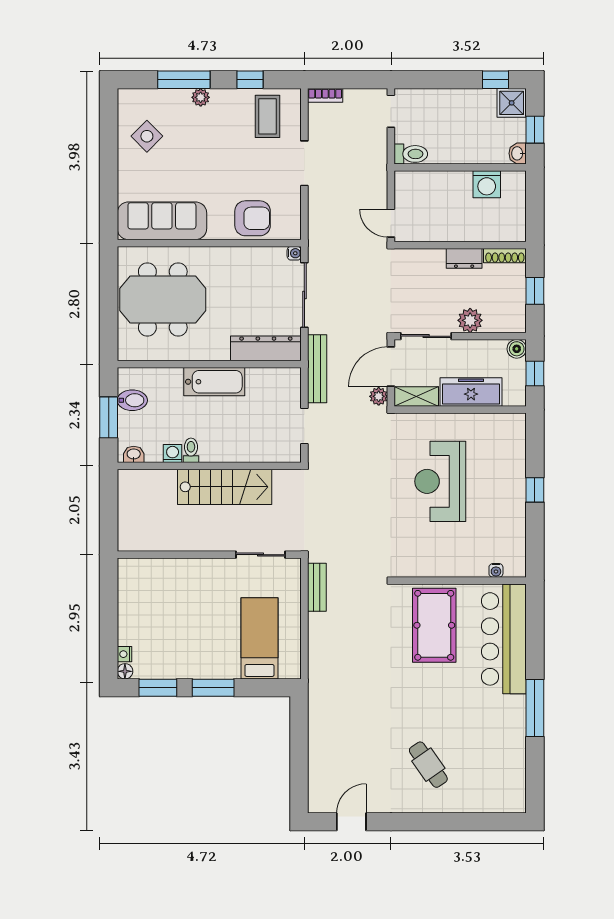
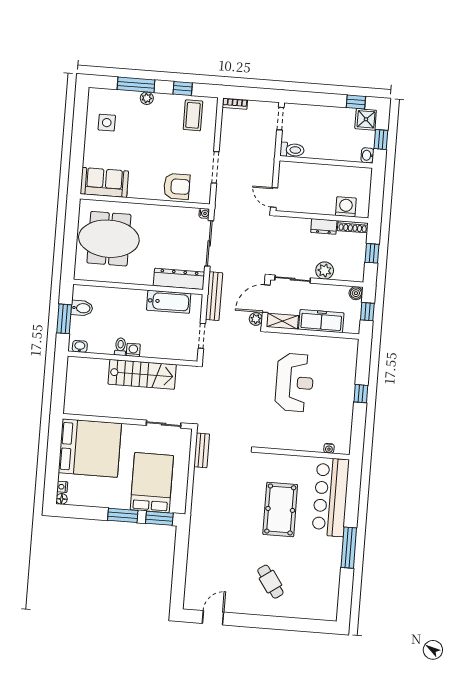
side table: (147, 136) -> (107, 123), turned 45
doorway: (304, 163) -> (215, 167), moved
washing machine: (487, 184) -> (346, 207), moved, turned 180
sofa: (162, 221) -> (104, 182), width x0.73
bathtub: (214, 382) -> (169, 302), moved
washing machine: (173, 454) -> (133, 350), moved
reception desk: (440, 481) -> (295, 382), turned 180
bed: (159, 596) -> (90, 448), added
pool table: (434, 625) -> (280, 509), moved
bed: (259, 638) -> (152, 483), width x1.50
window: (158, 688) -> (159, 518), moved

